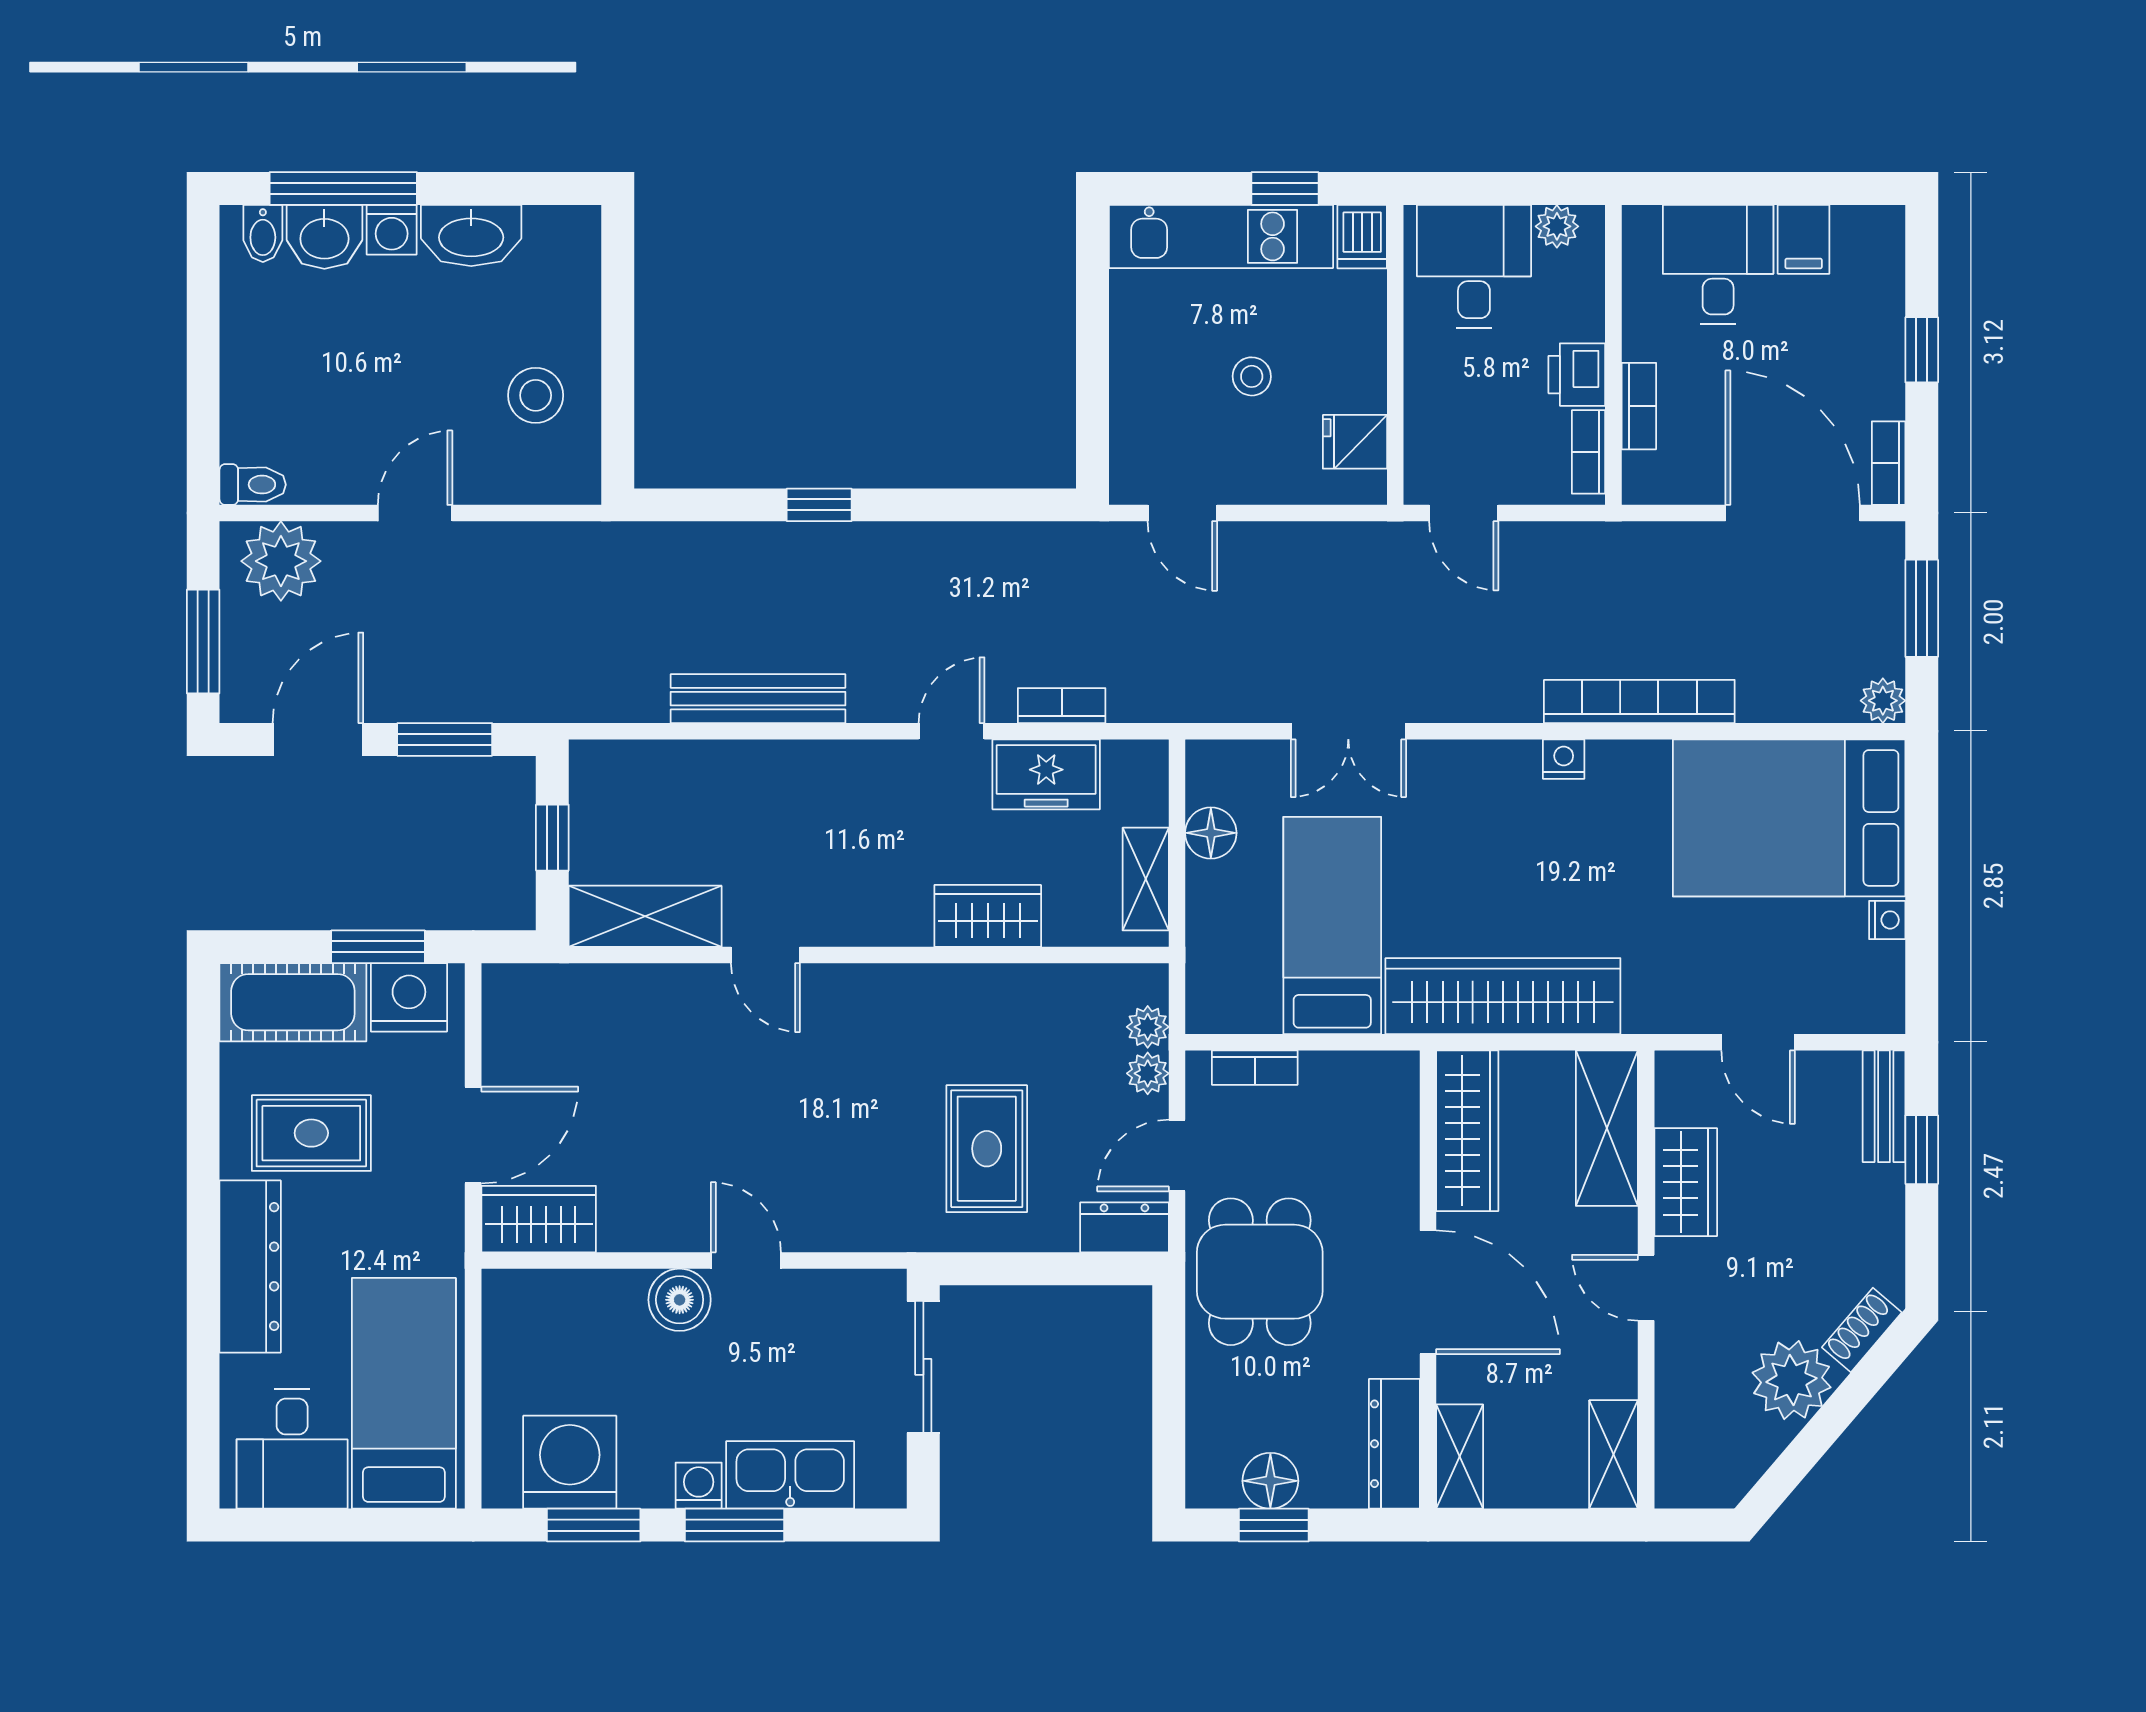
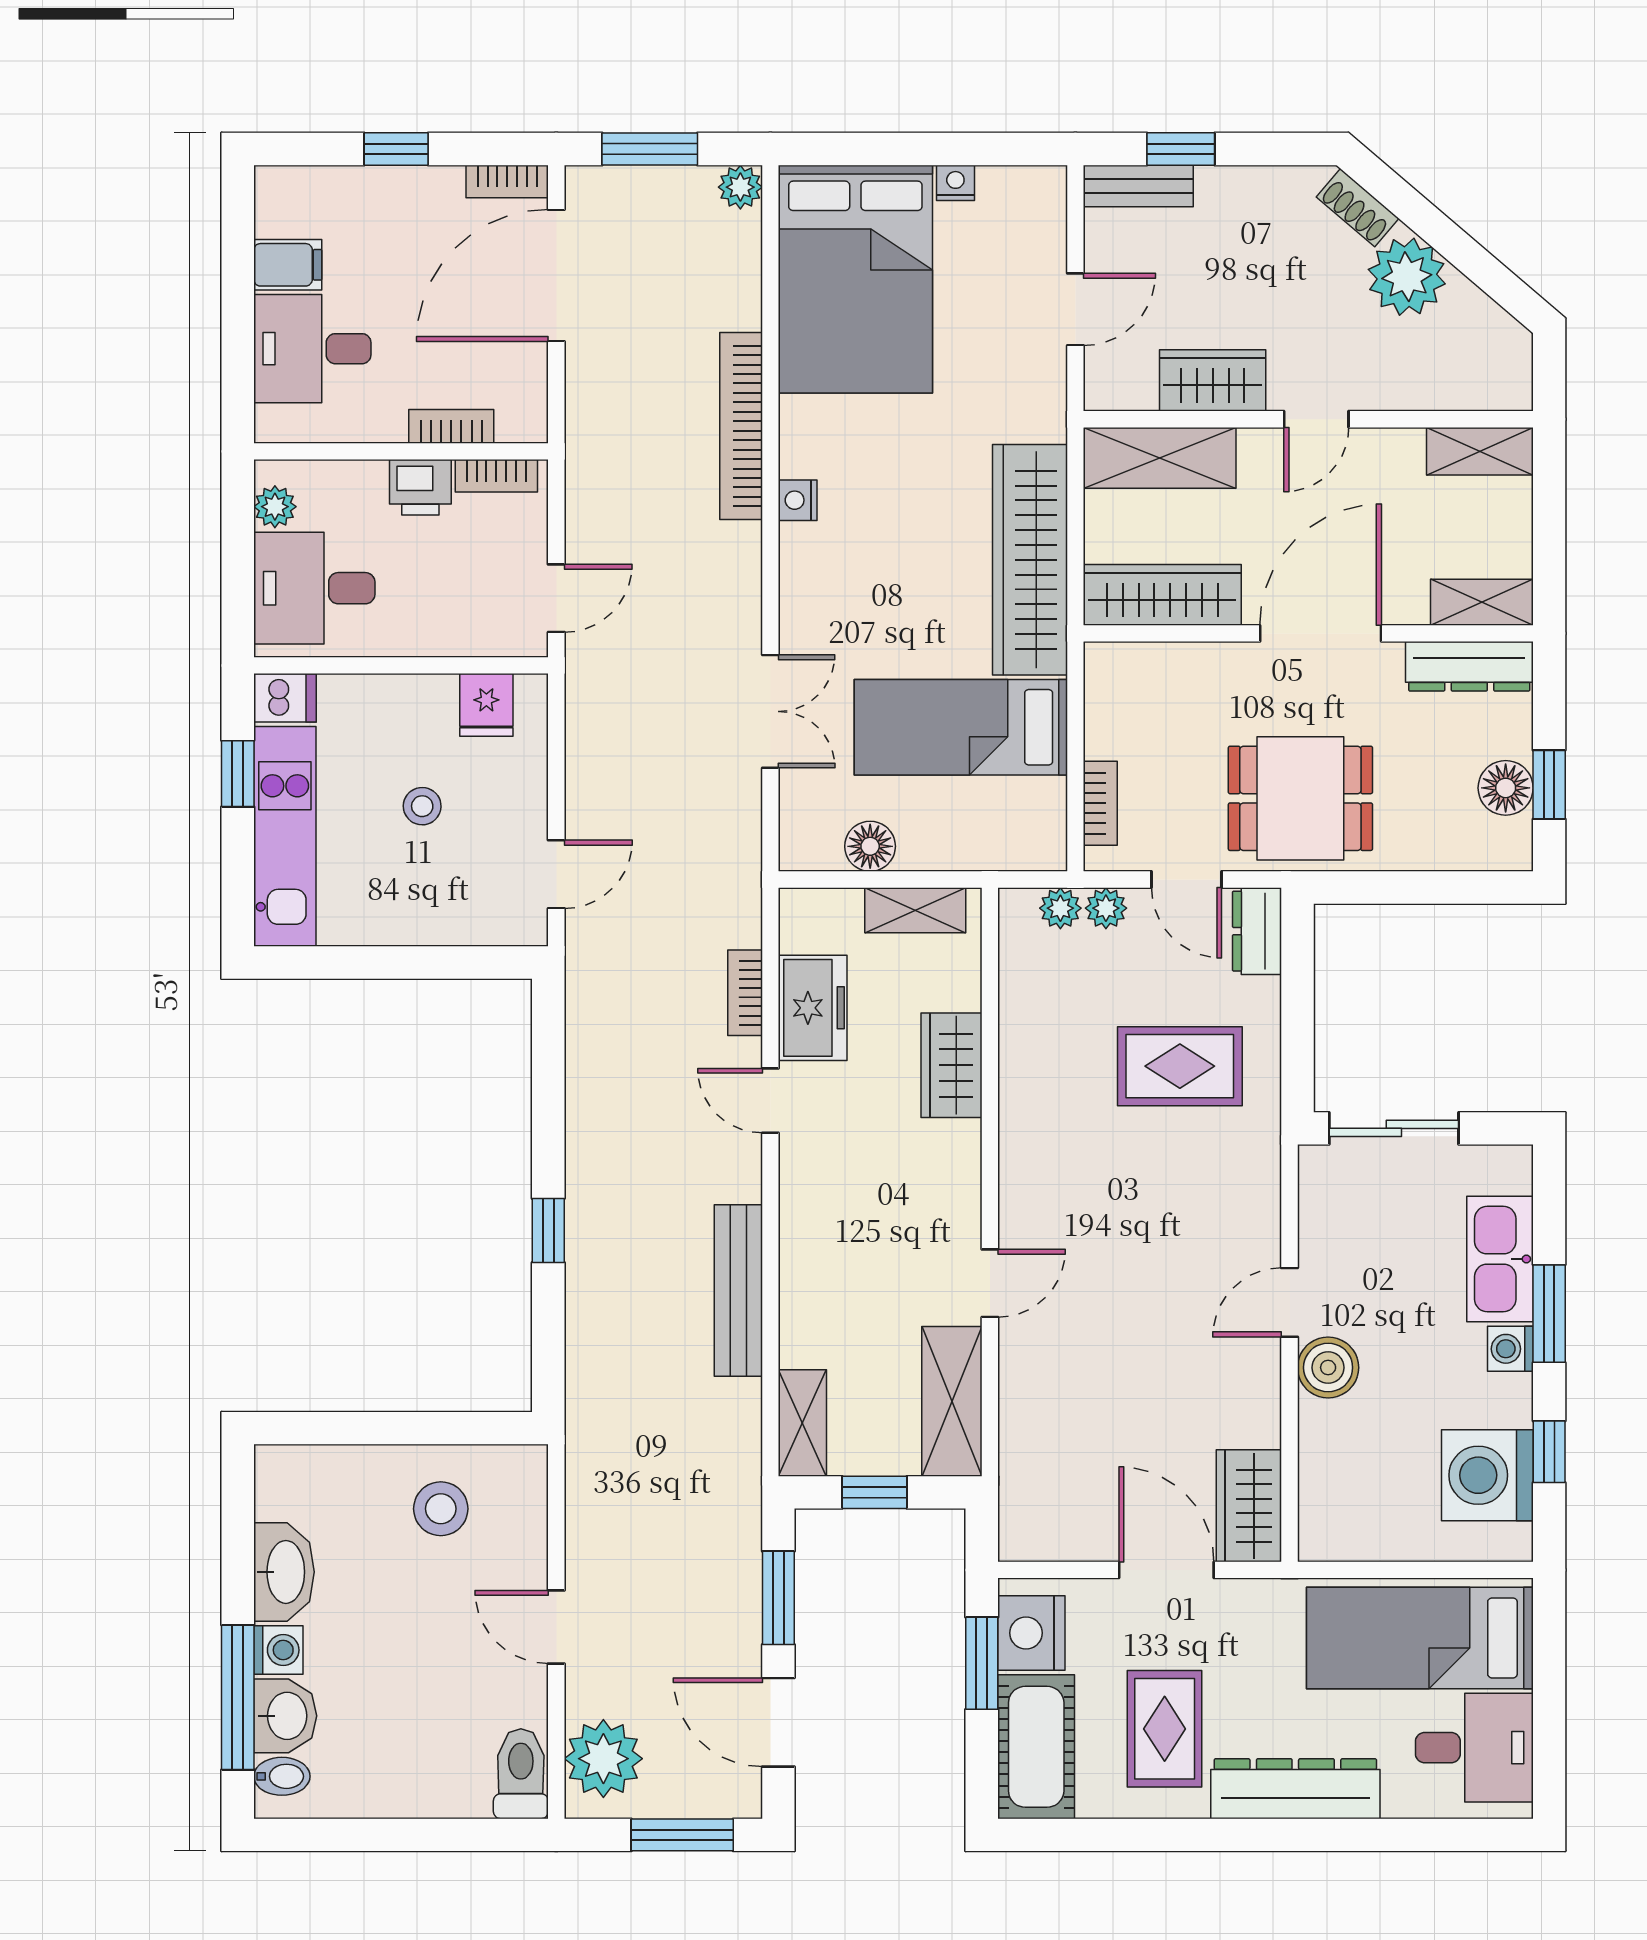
toilet: (253, 485) -> (521, 1774), width x1.37, depth x1.39
shelving: (623, 764) -> (802, 1423), added
window: (594, 1525) -> (1549, 1452), width x0.67

